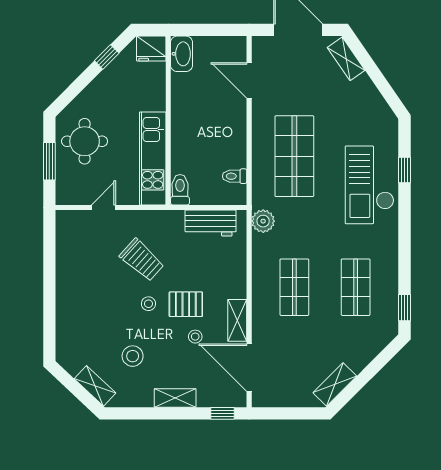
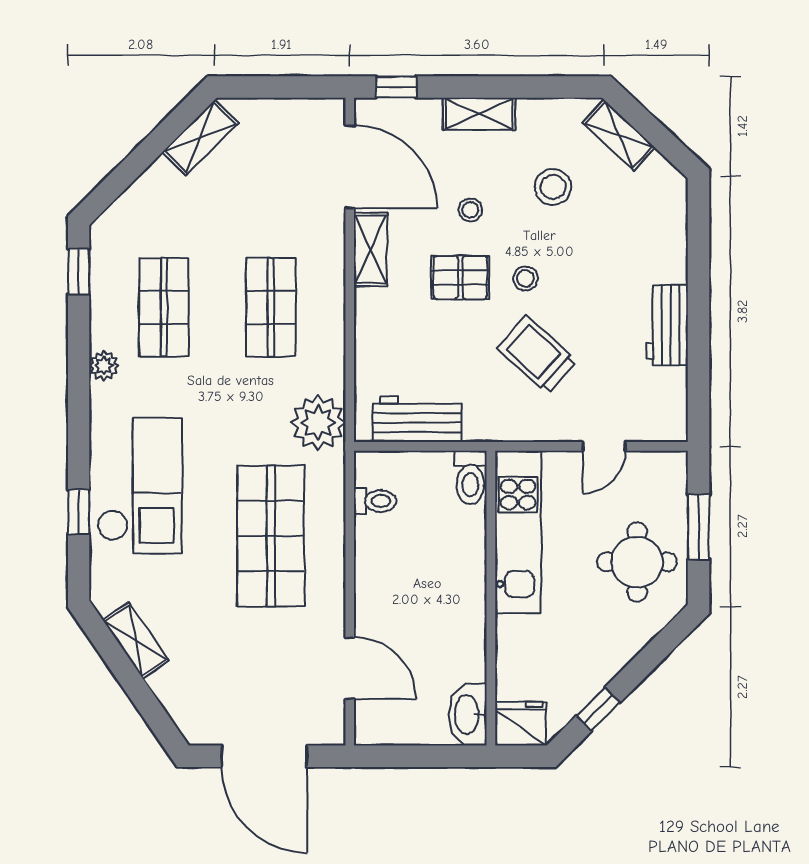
shelving: (346, 59) -> (136, 640), moved
plant: (263, 221) -> (318, 423), width x1.36, depth x1.36
plant: (390, 254) -> (104, 366), added
workbench: (67, 277) -> (667, 325), added
stool: (195, 337) -> (470, 210), moved

